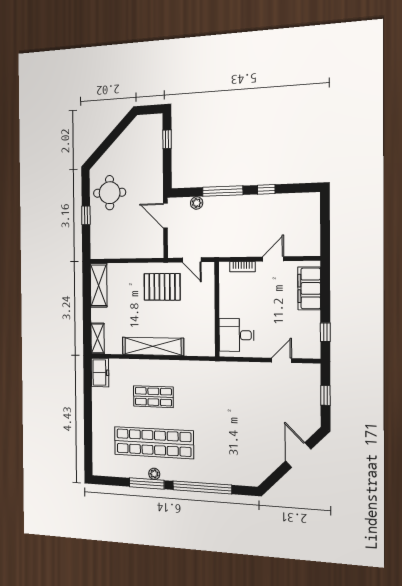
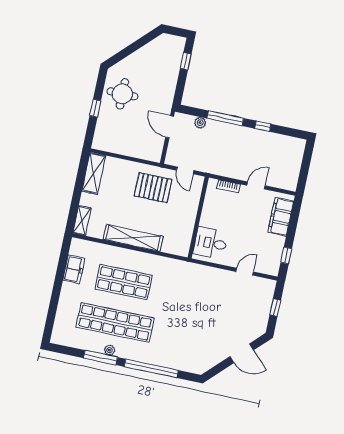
freezer: (100, 372) -> (74, 269), moved
shop shelf: (153, 397) -> (124, 282), width x1.43, depth x1.36
door: (298, 455) -> (242, 353), swing flipped

